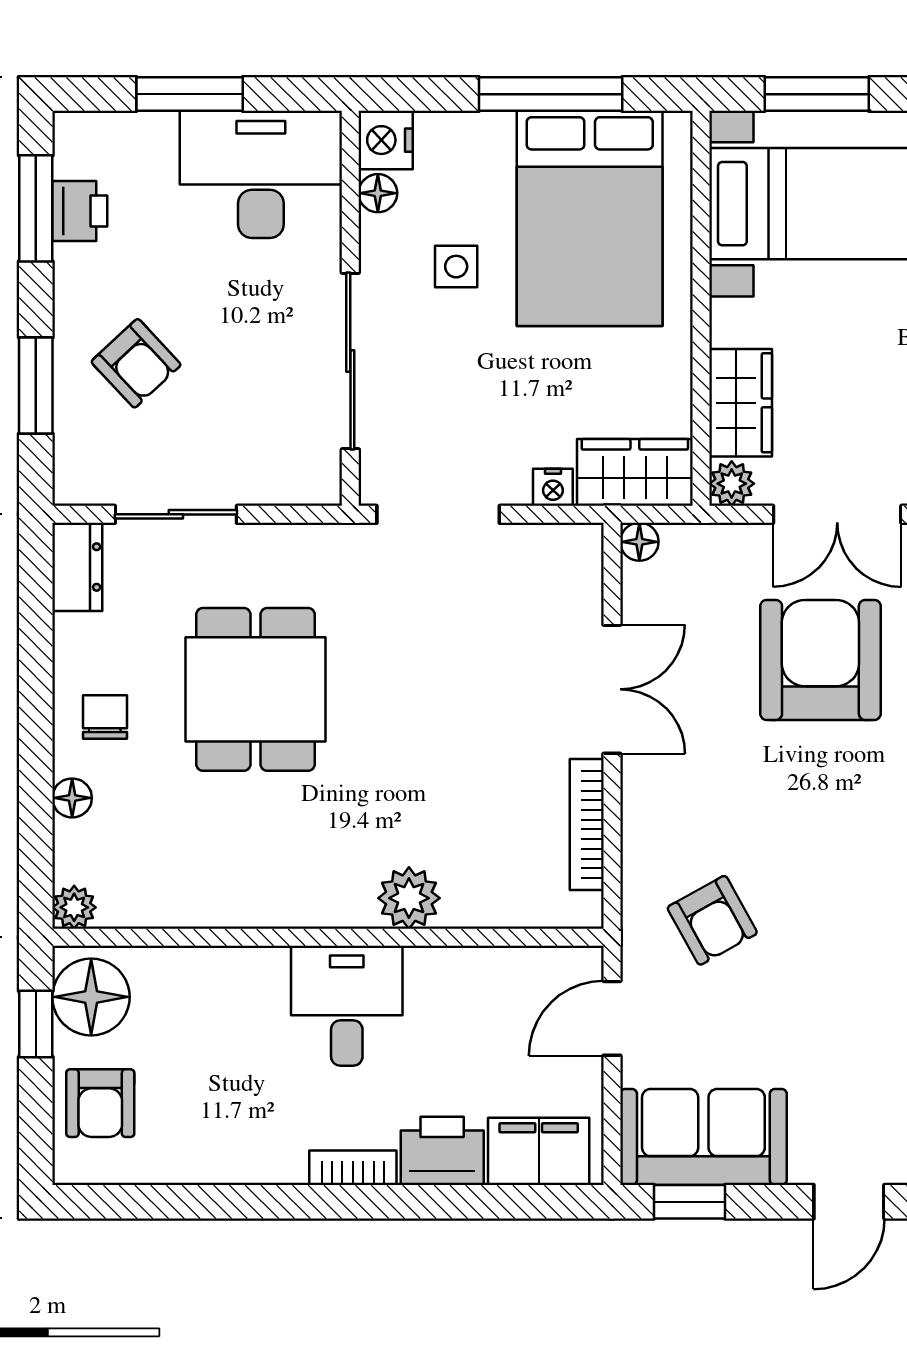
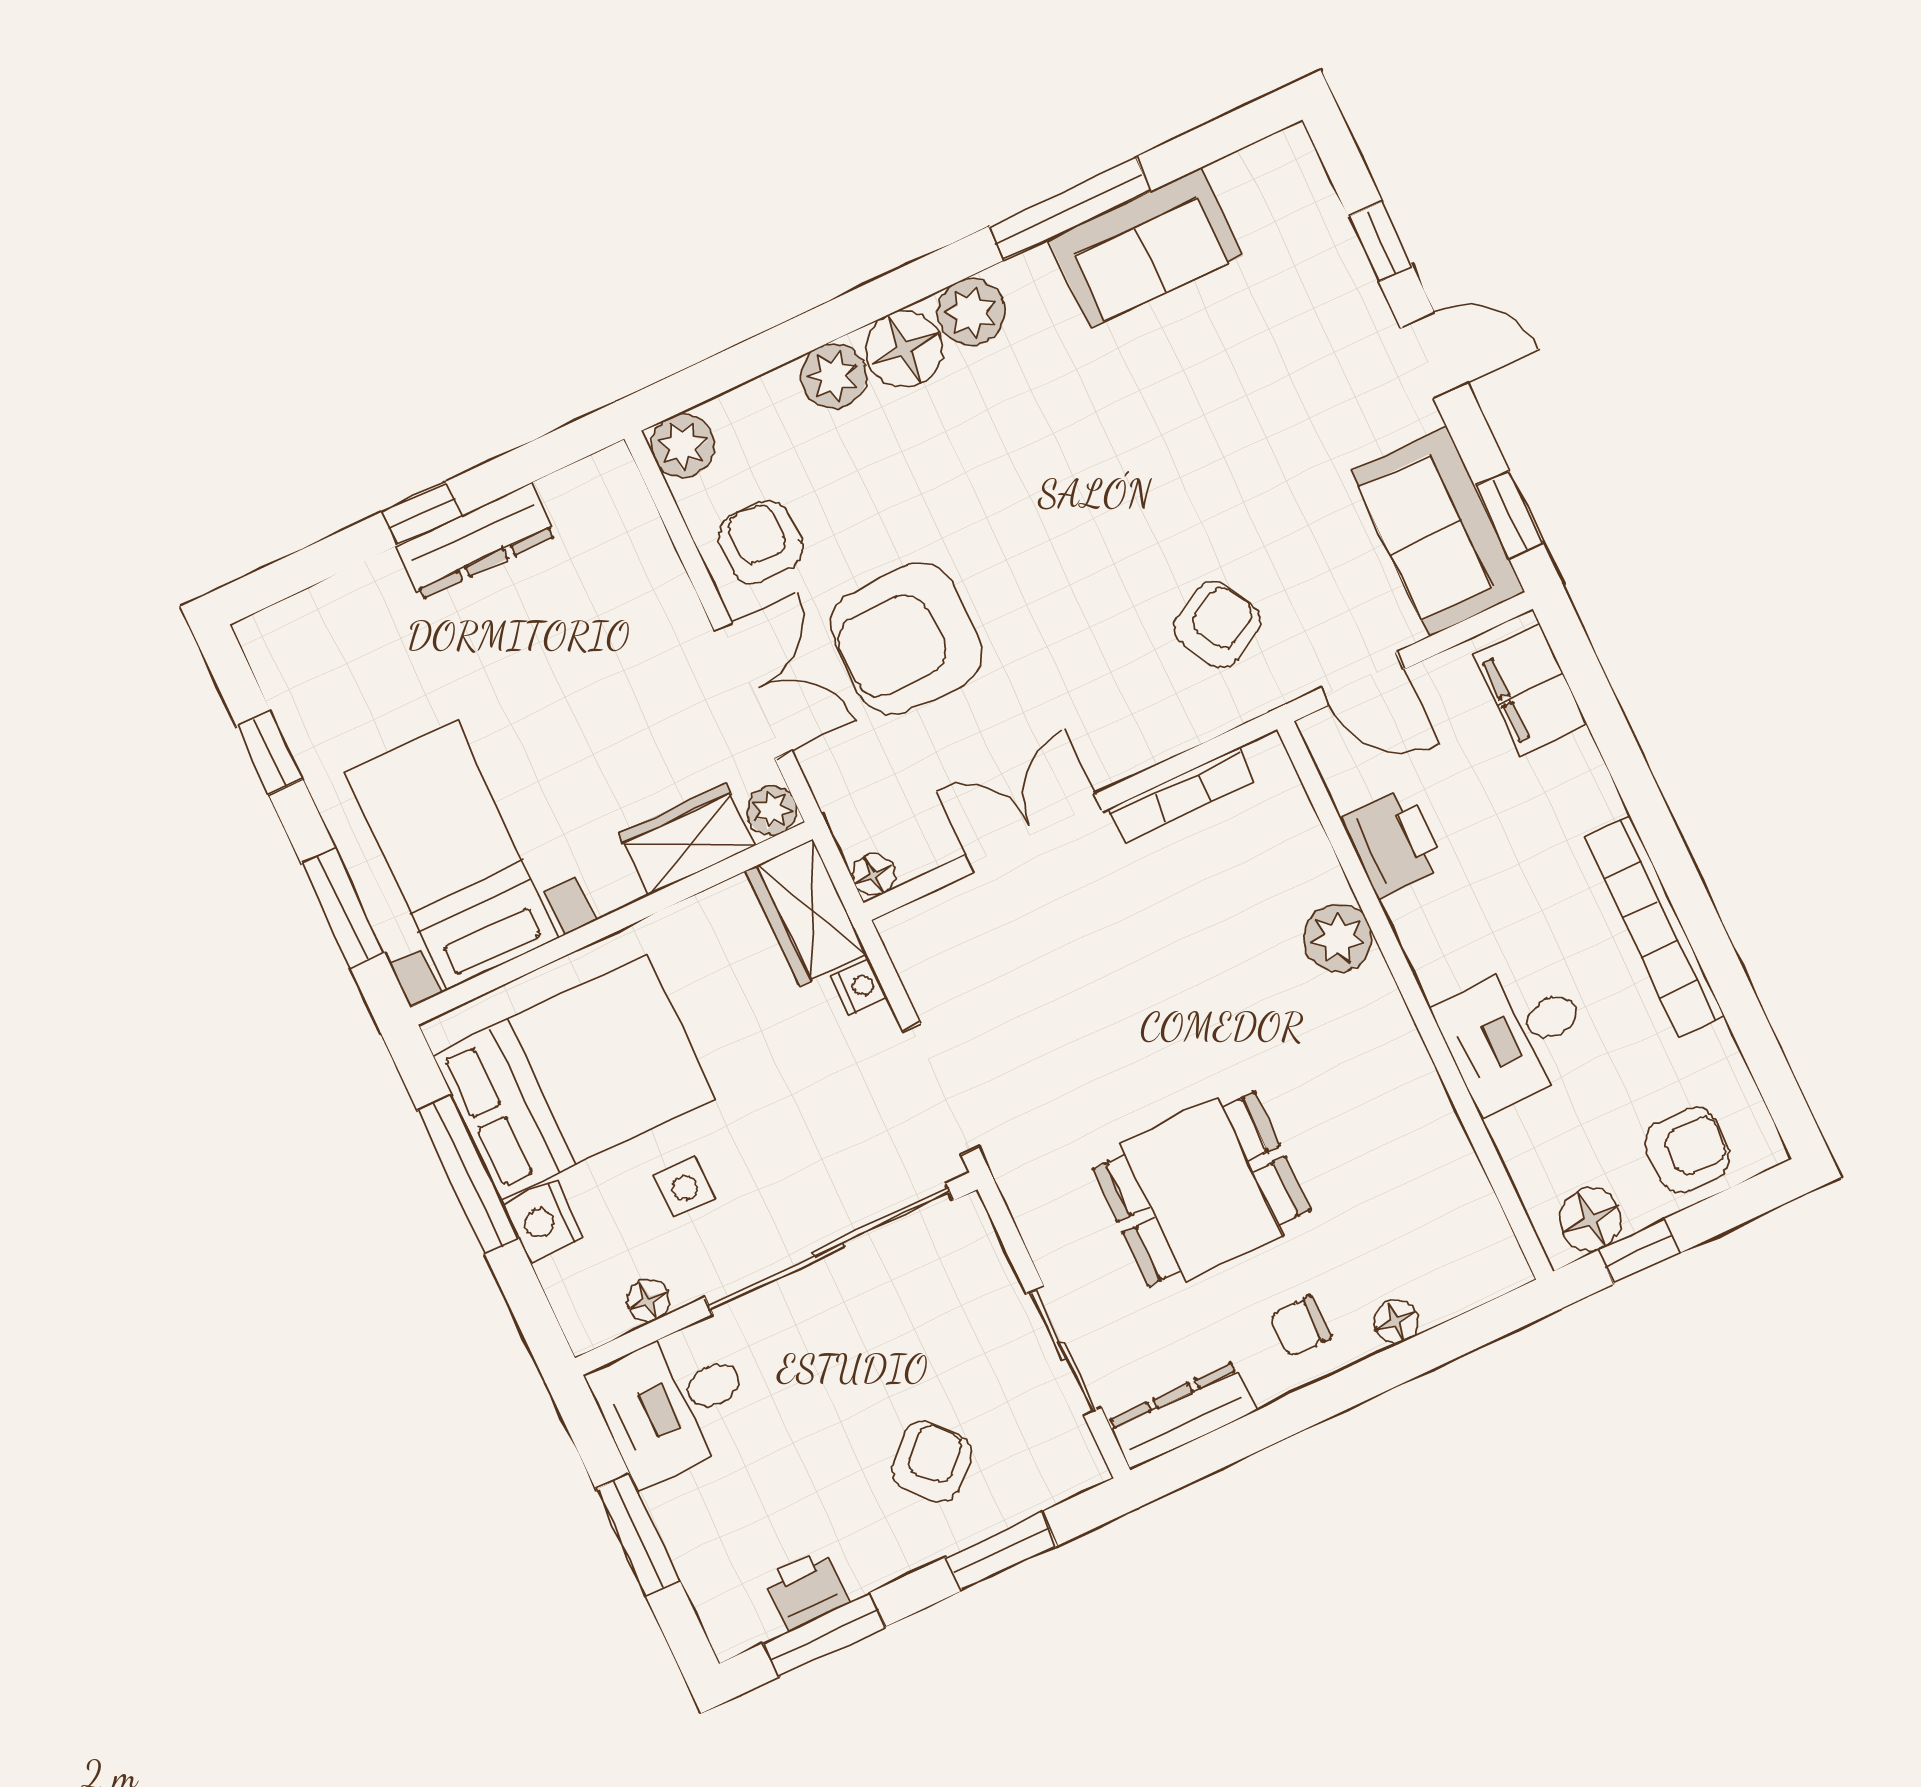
nightstand: (386, 140) -> (543, 1221), moved, turned 90
desk: (261, 174) -> (674, 1404), width x0.73
sliding door: (350, 361) -> (829, 1249), width x1.36
dresser: (77, 567) -> (1182, 1416), width x1.44
plant: (74, 907) -> (1504, 1268), removed
floor lamp: (91, 997) -> (1591, 1219), width x0.73, depth x0.73
desk: (347, 1006) -> (1515, 1035), moved
printer: (442, 1151) -> (1393, 843), moved, turned 180
bookcase: (353, 1168) -> (1655, 927), width x2.31, depth x1.31

